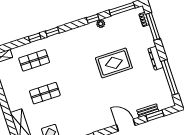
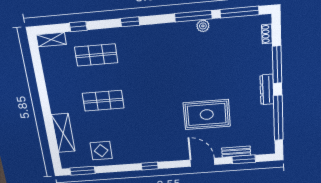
window: (93, 19) -> (193, 16), width x2.17
window: (153, 26) -> (277, 65), moved
window: (35, 38) -> (78, 26), moved
rug: (114, 63) -> (207, 115), moved

